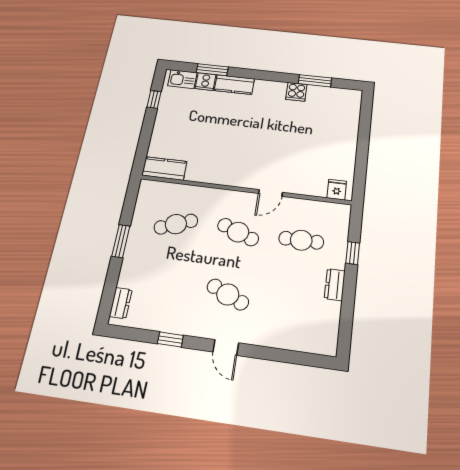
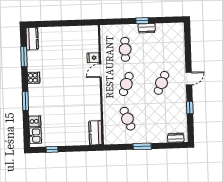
window: (212, 70) -> (25, 101), moved
kitchen counter: (234, 85) -> (32, 39), moved
cooker: (296, 92) -> (34, 78), moved
fridge: (337, 190) -> (93, 58), moved
door: (270, 193) -> (100, 71), swing flipped
window: (353, 253) -> (142, 21), moved

